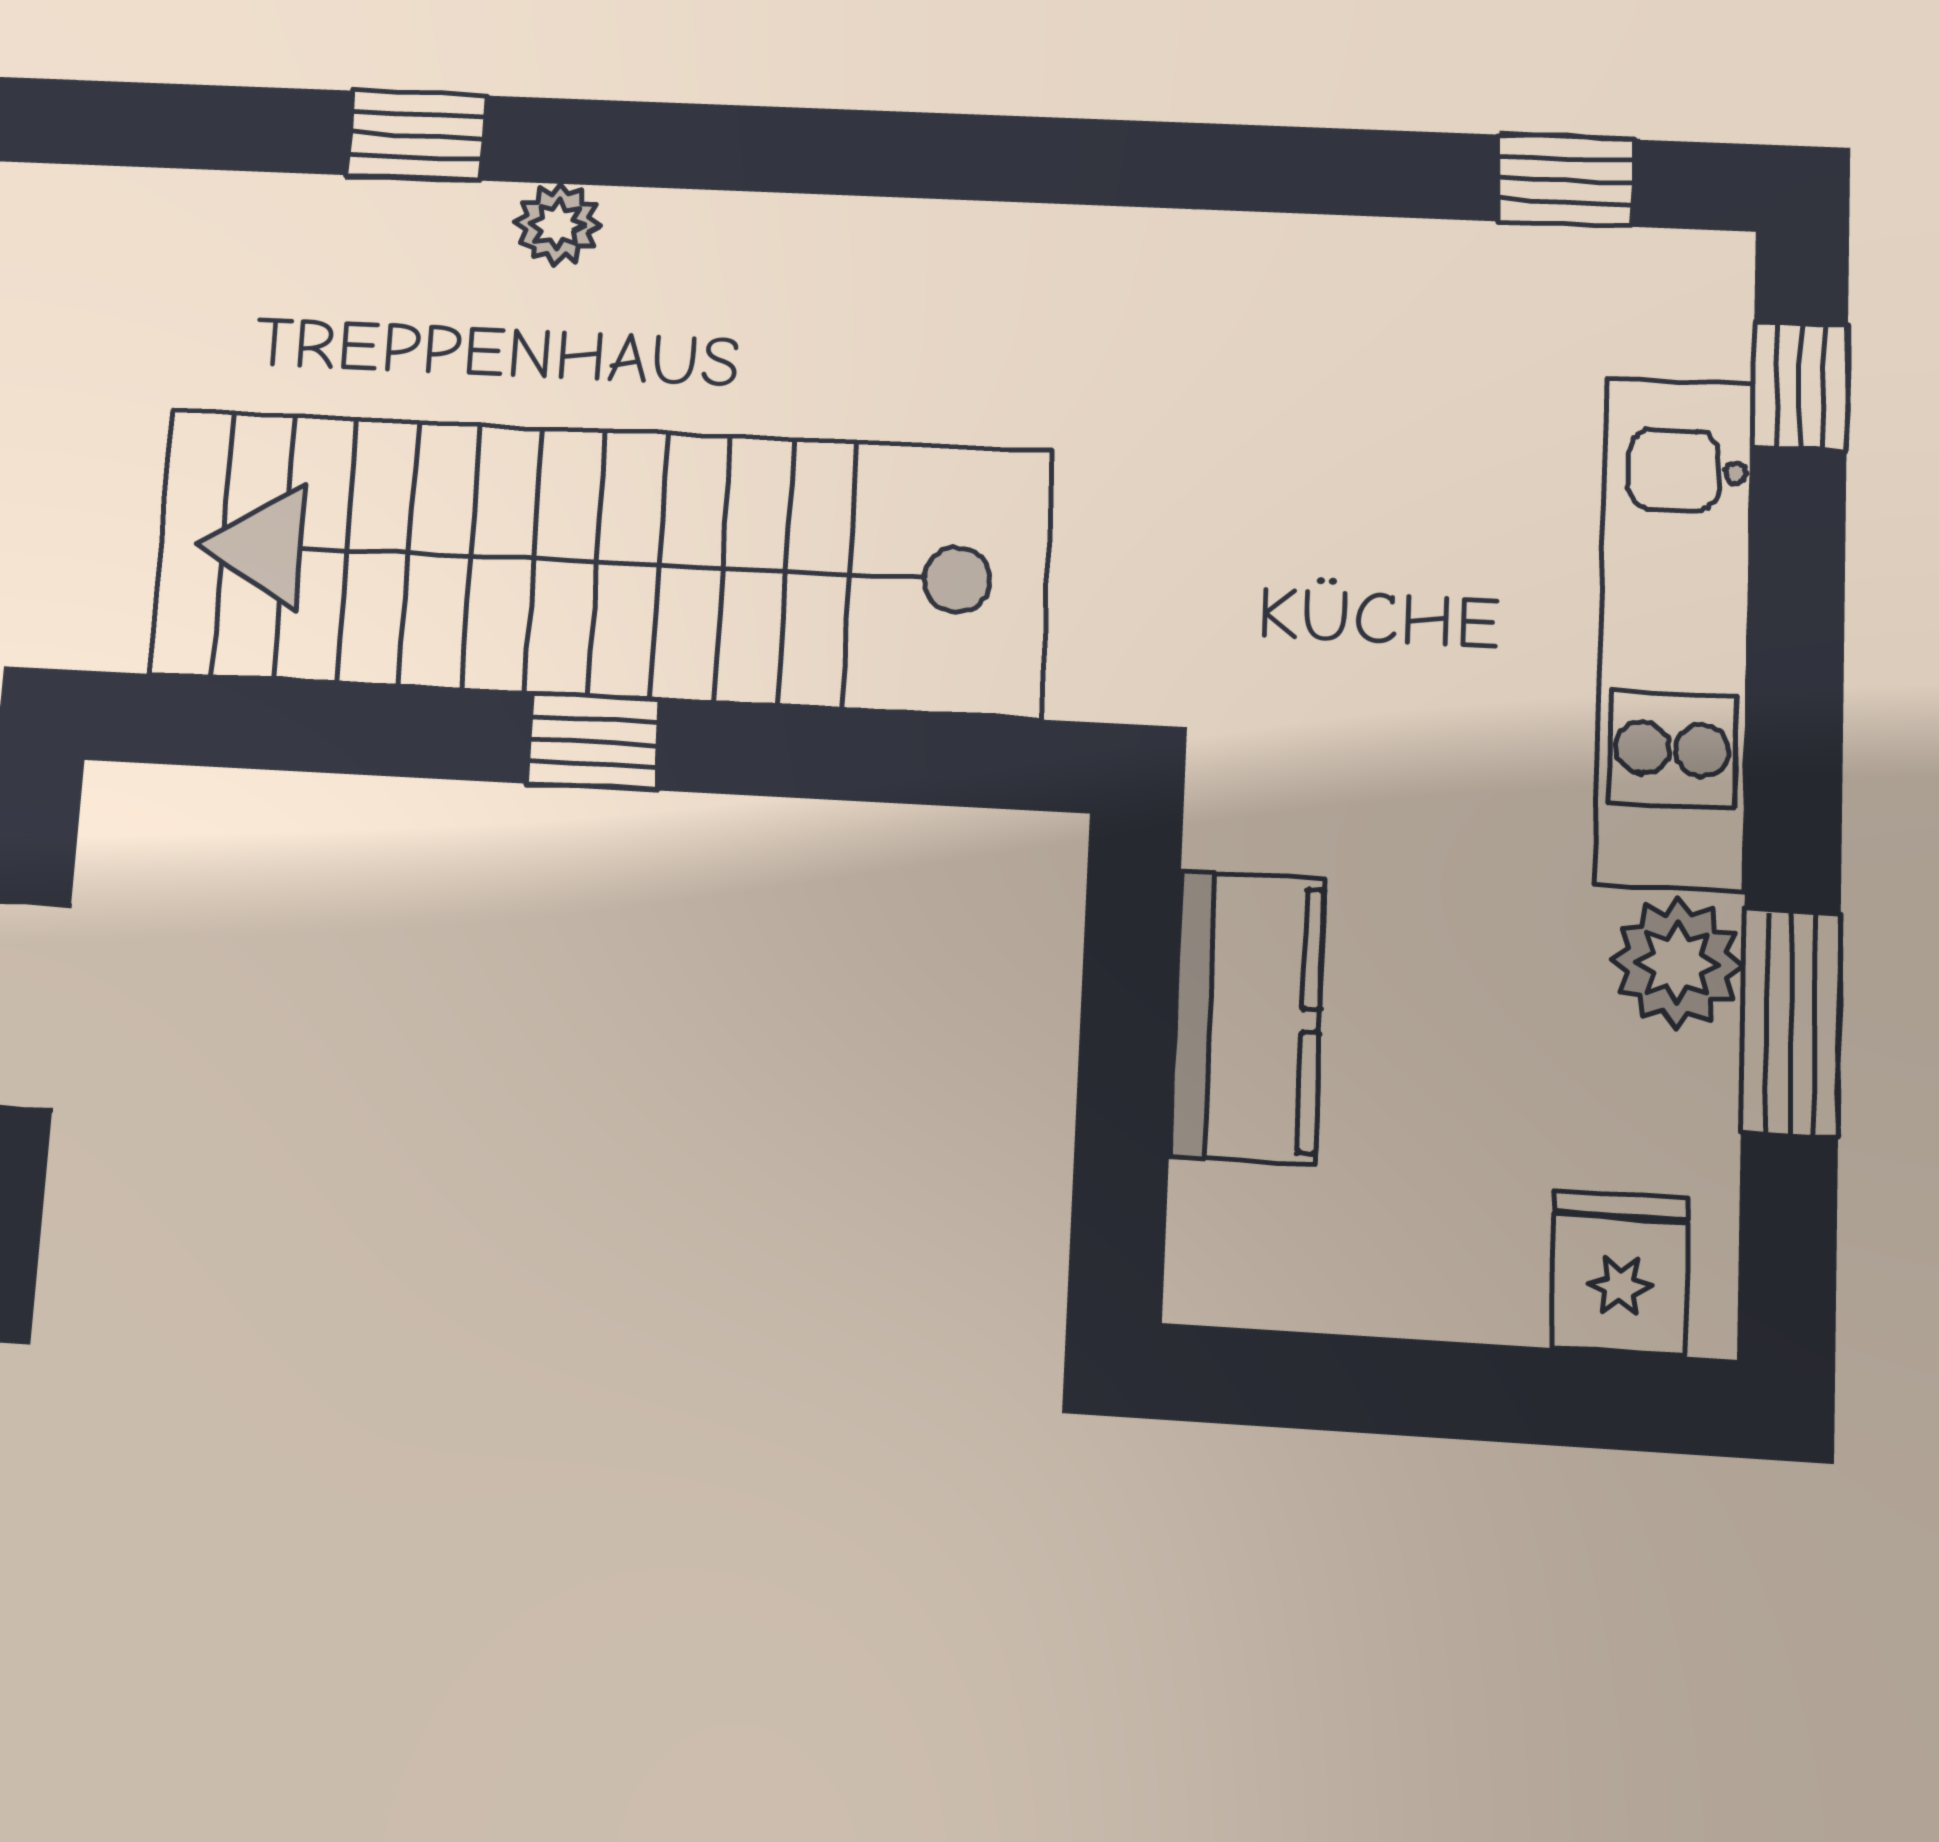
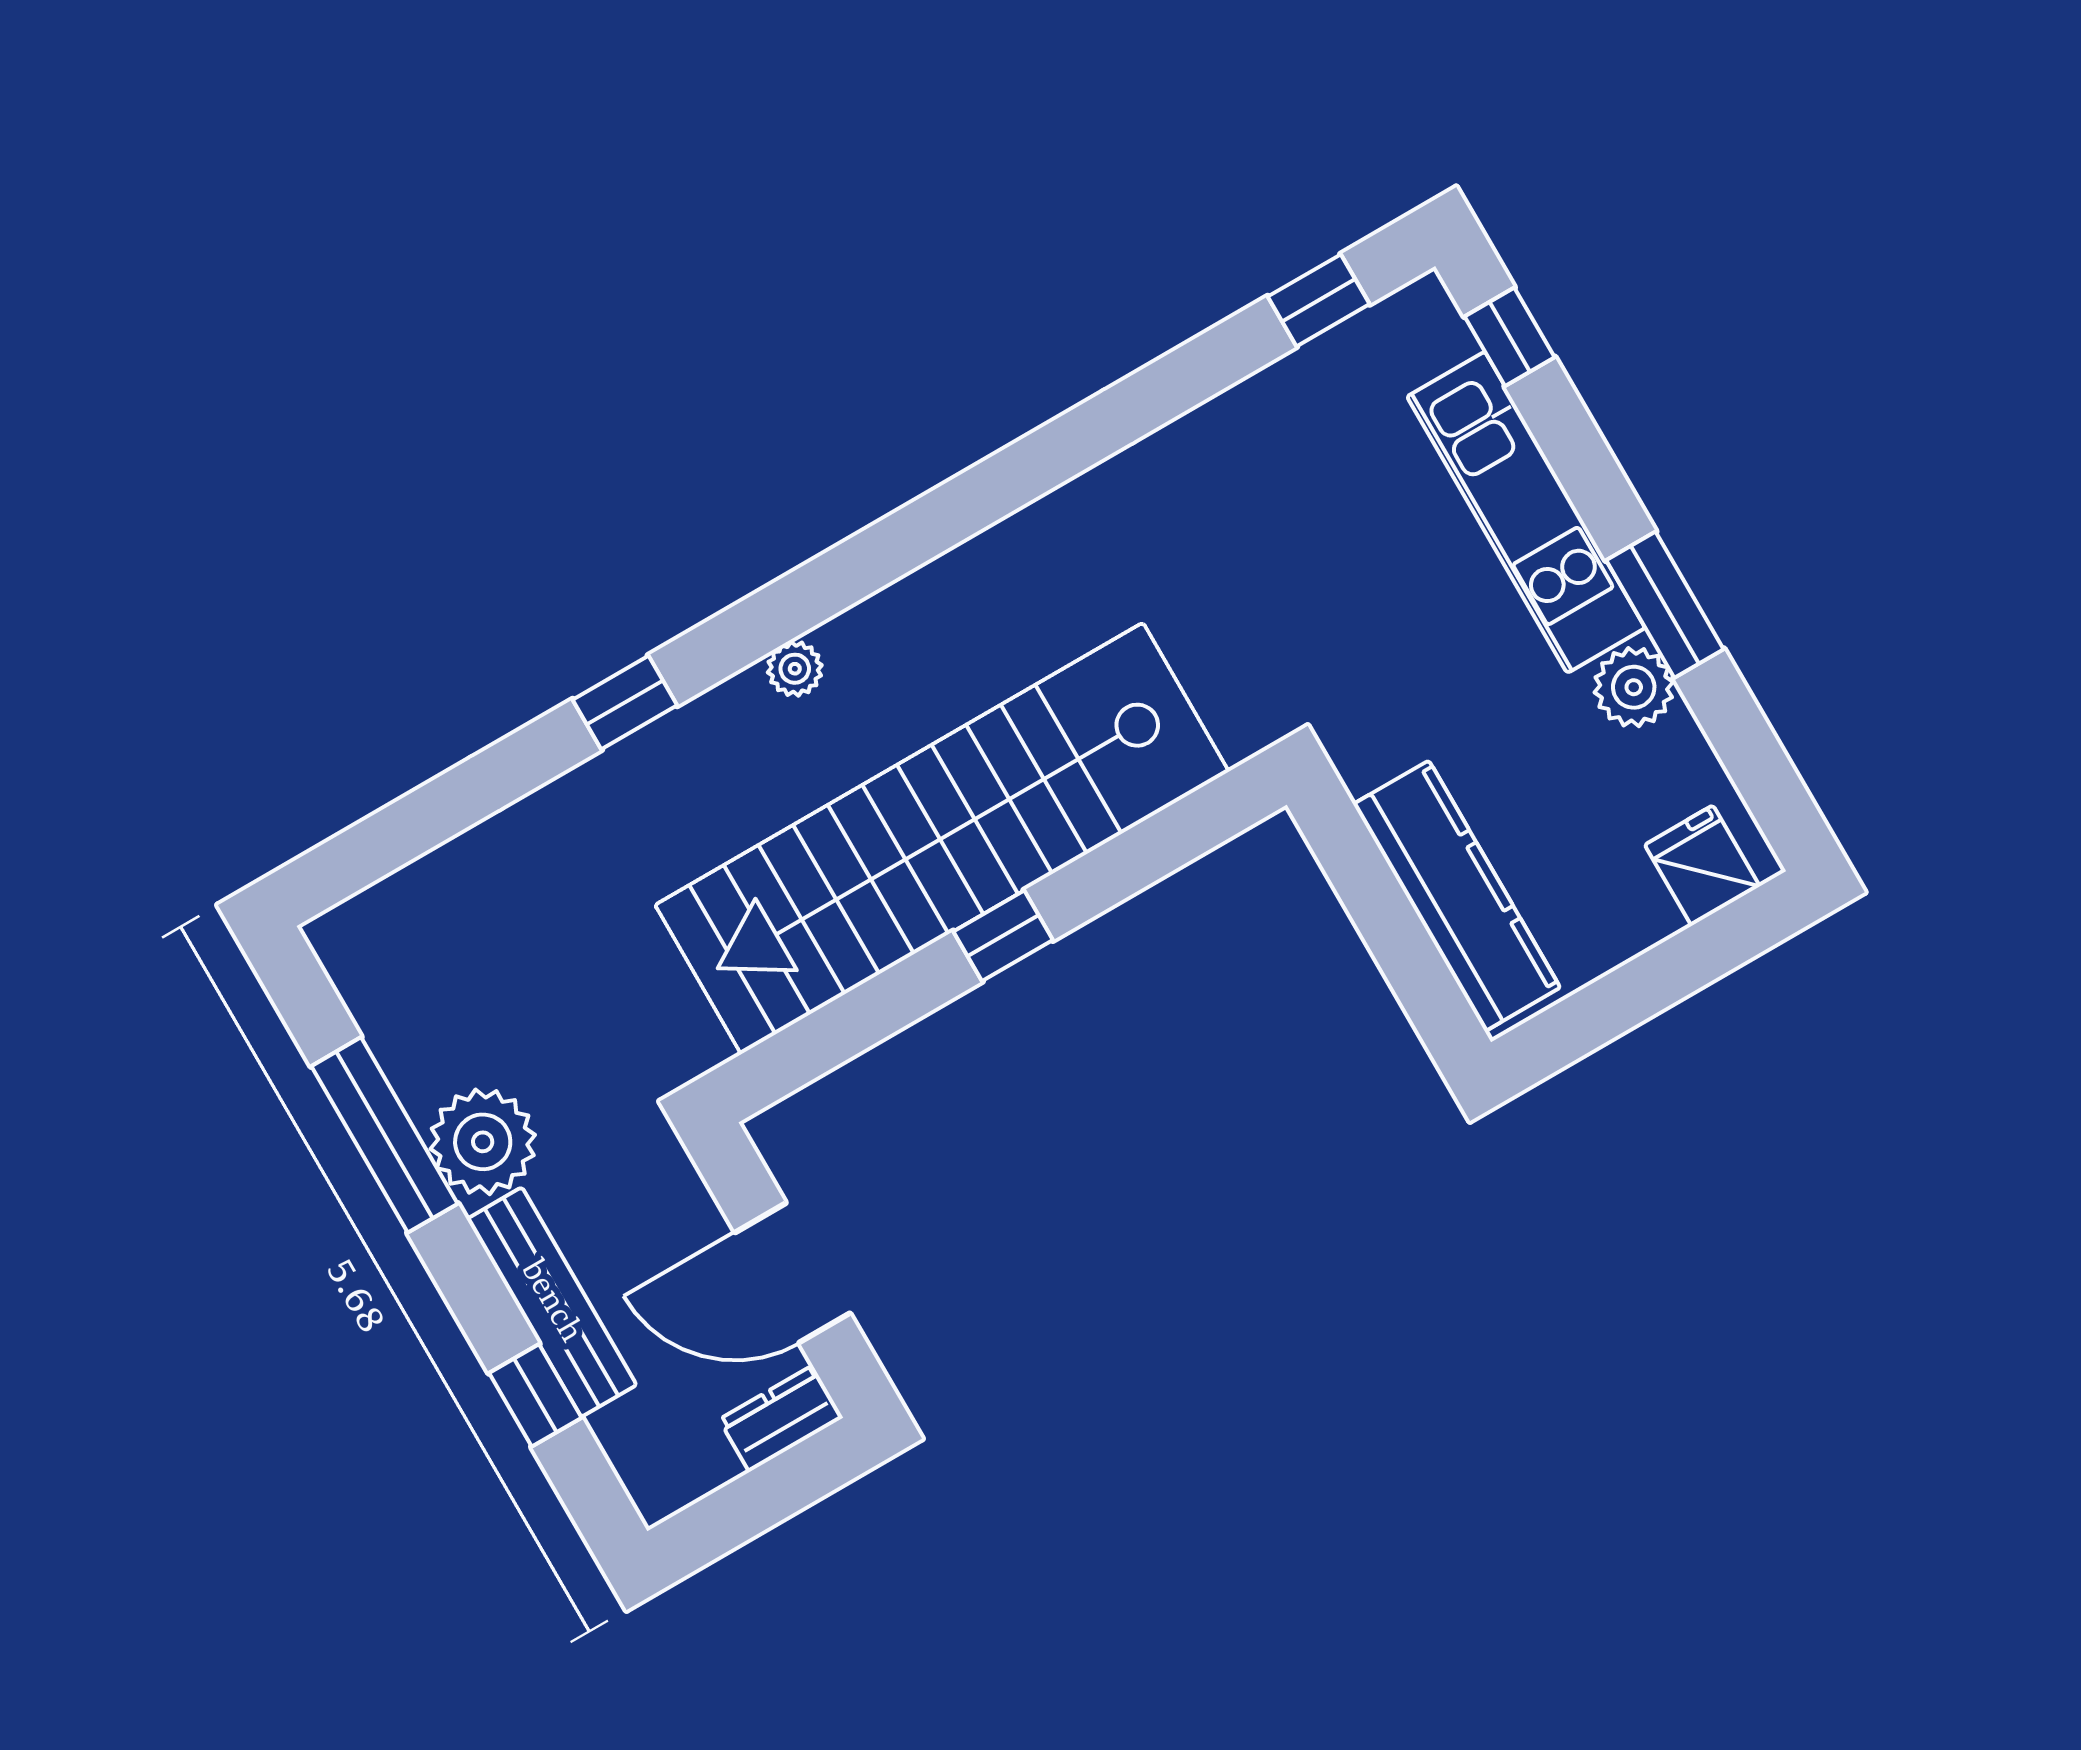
window: (416, 135) -> (625, 702), moved
kitchen counter: (1247, 1017) -> (1457, 896), width x1.50
window: (1791, 1023) -> (1665, 605), moved

